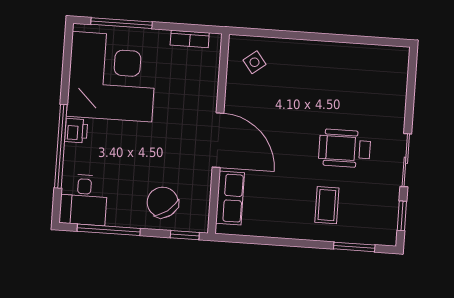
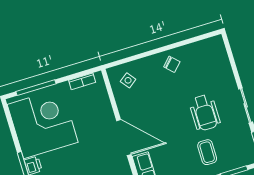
chair: (324, 63) -> (172, 64), added
wheelchair: (345, 148) -> (205, 113), turned -90

